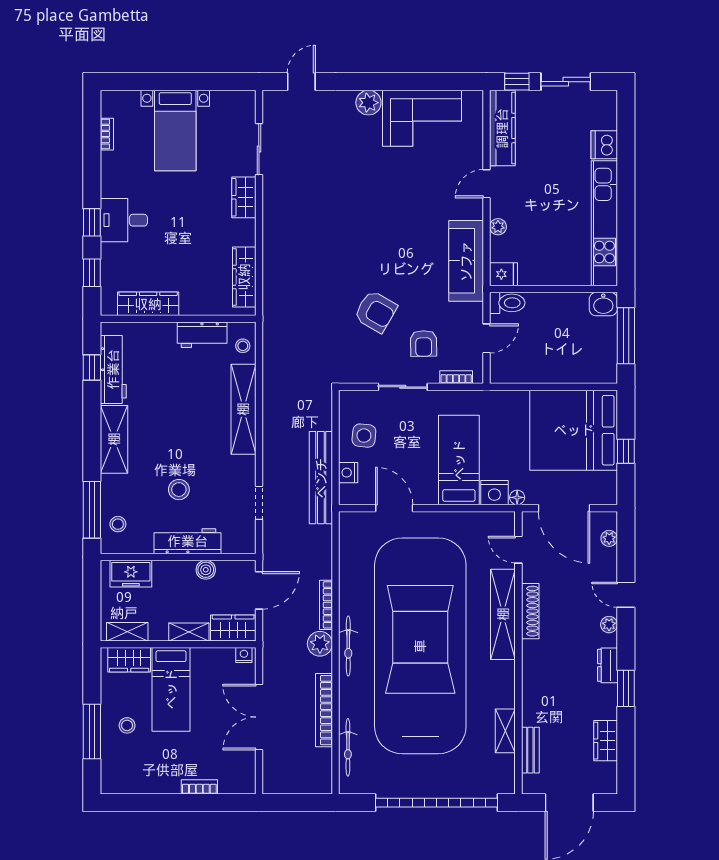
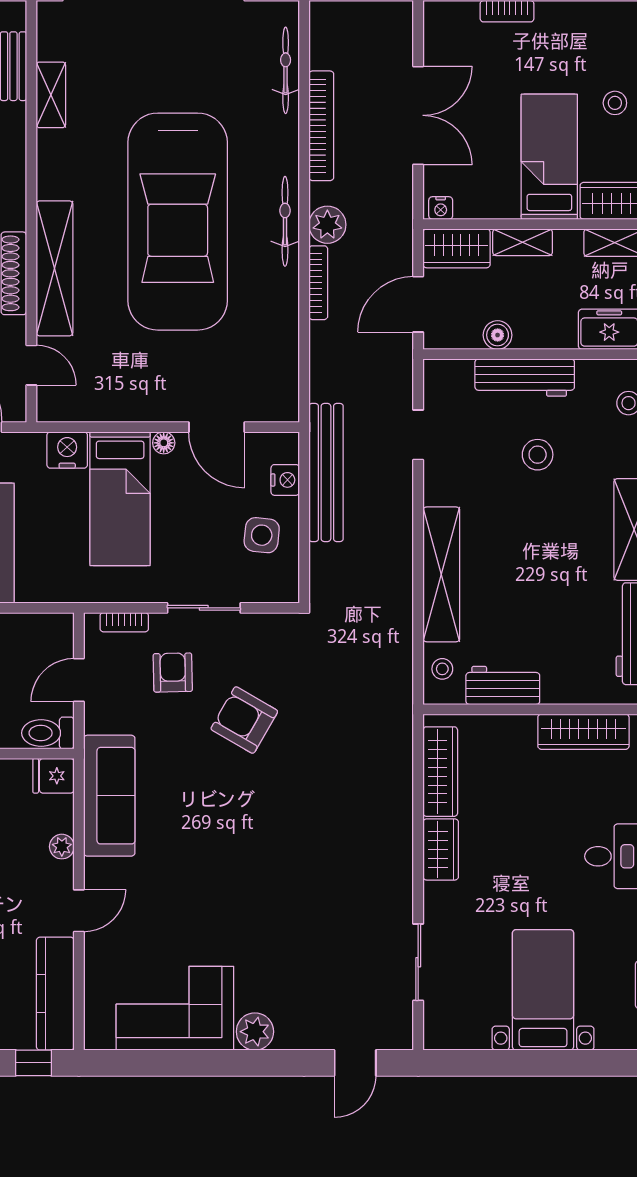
wardrobe: (244, 197) -> (441, 849), moved
floor lamp: (517, 497) -> (164, 443), moved
car: (420, 646) -> (178, 222), width x0.73, depth x0.67

